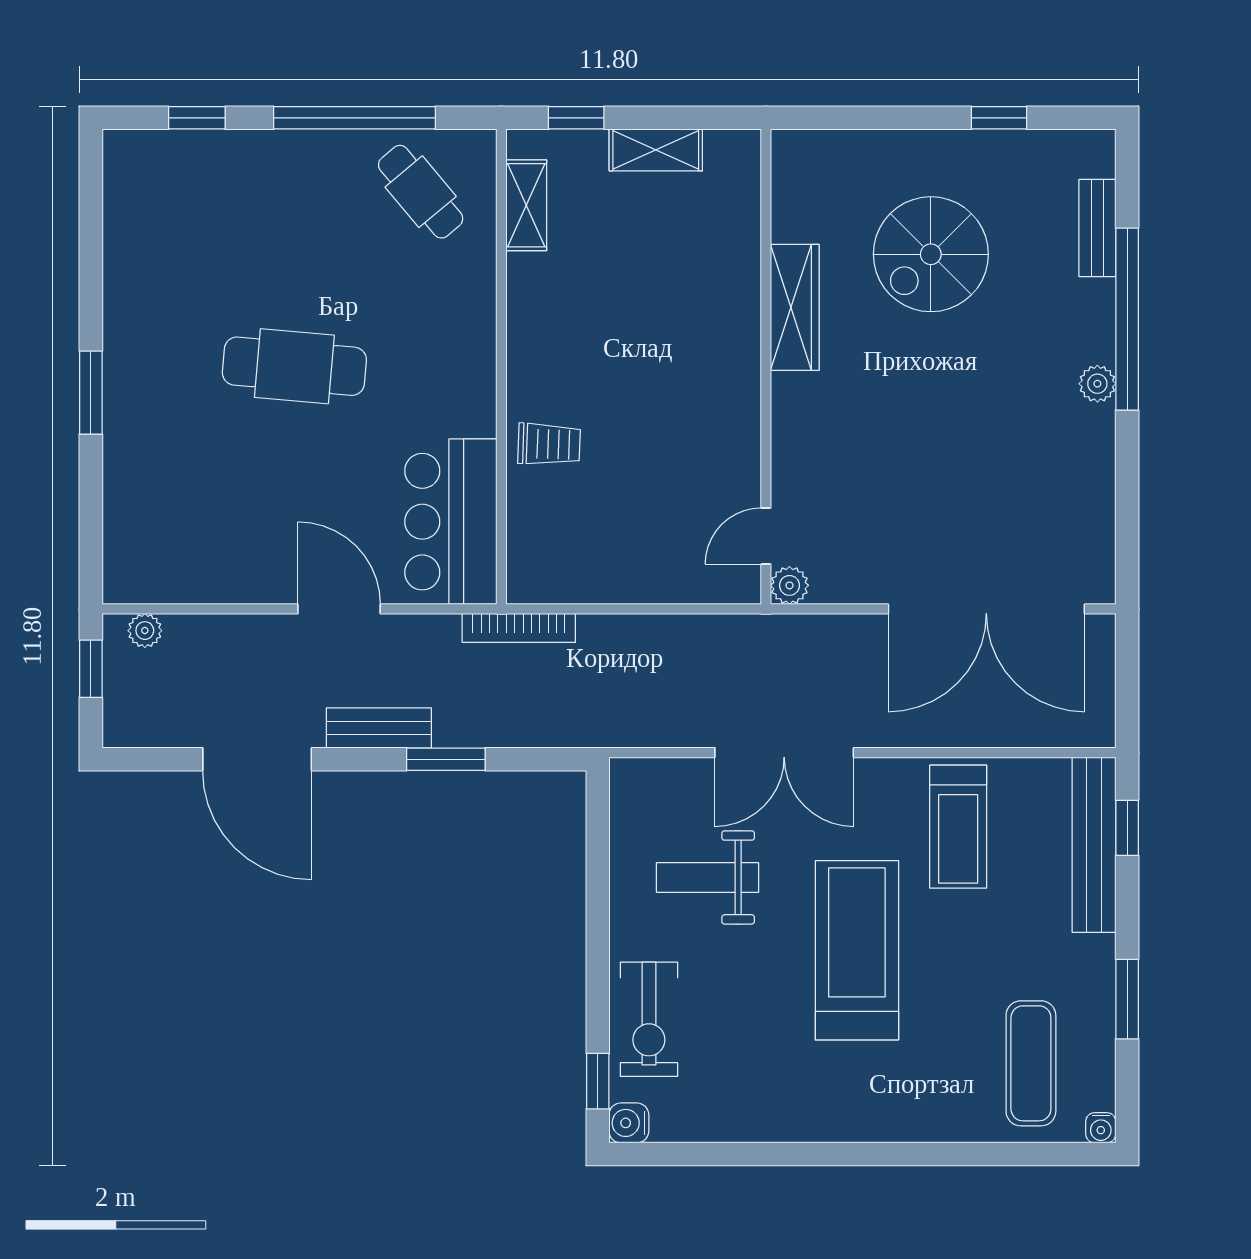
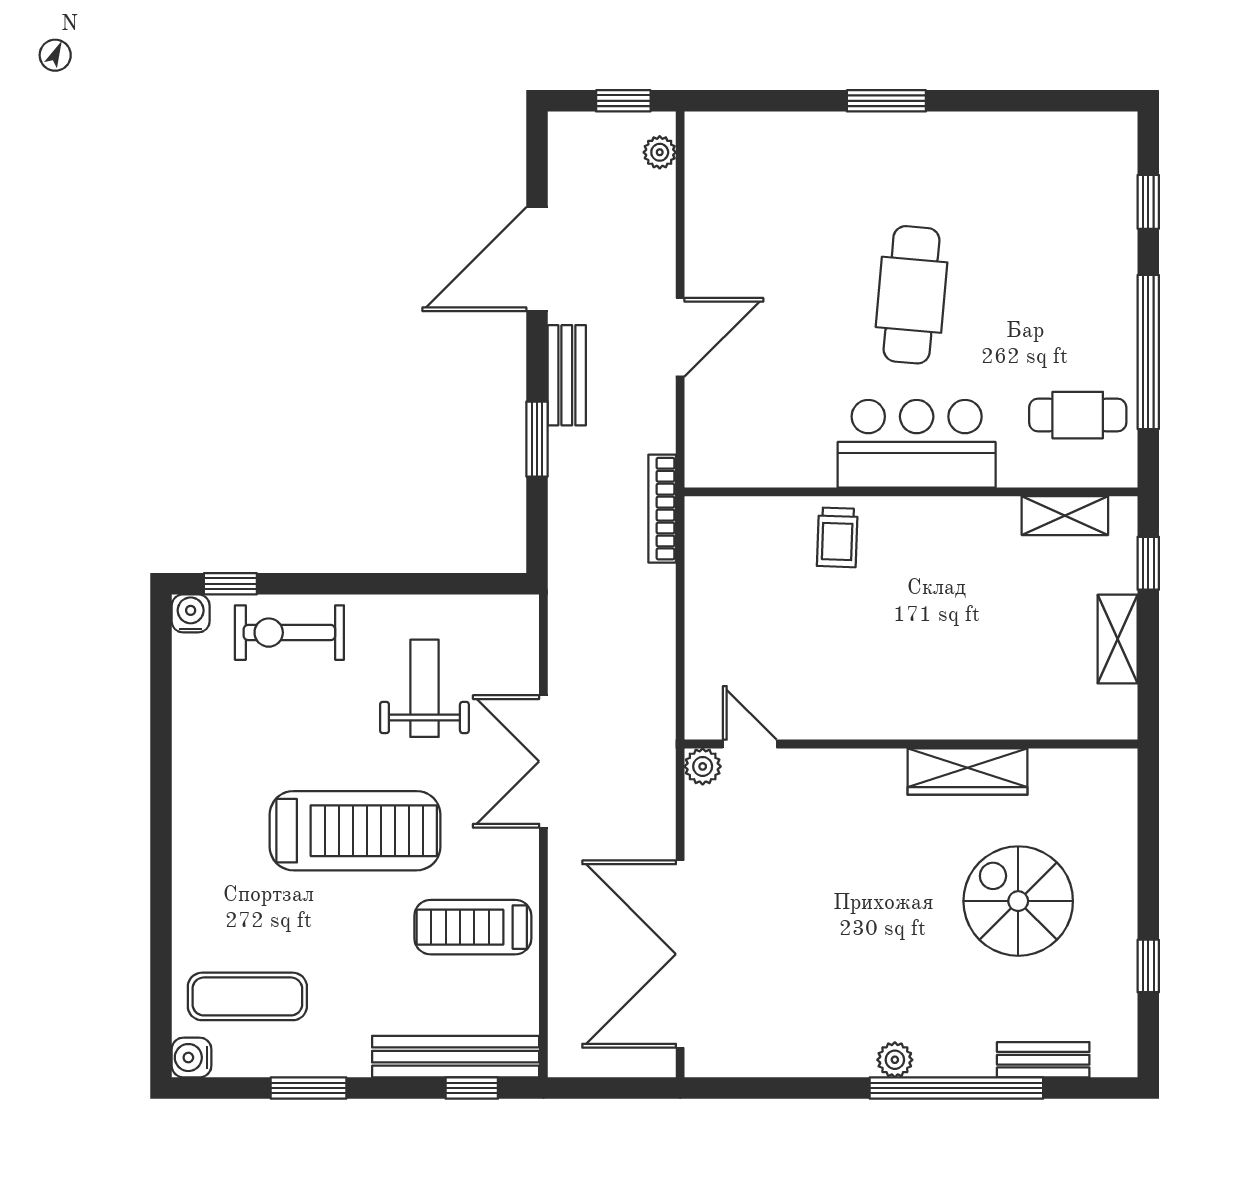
cafe table: (421, 192) -> (1078, 415), turned 40
bar counter: (451, 522) -> (917, 444), moved
water cooler: (1101, 1128) -> (192, 1058), width x1.38, depth x1.38

